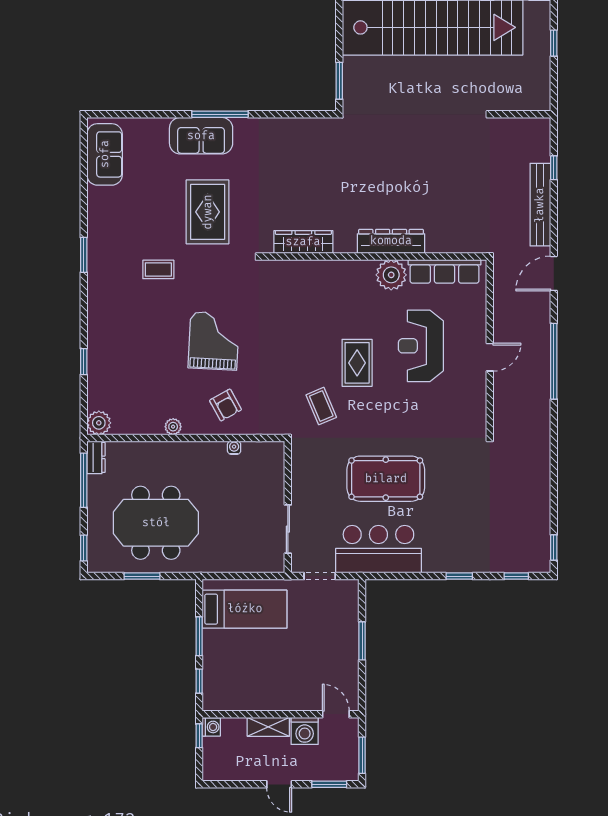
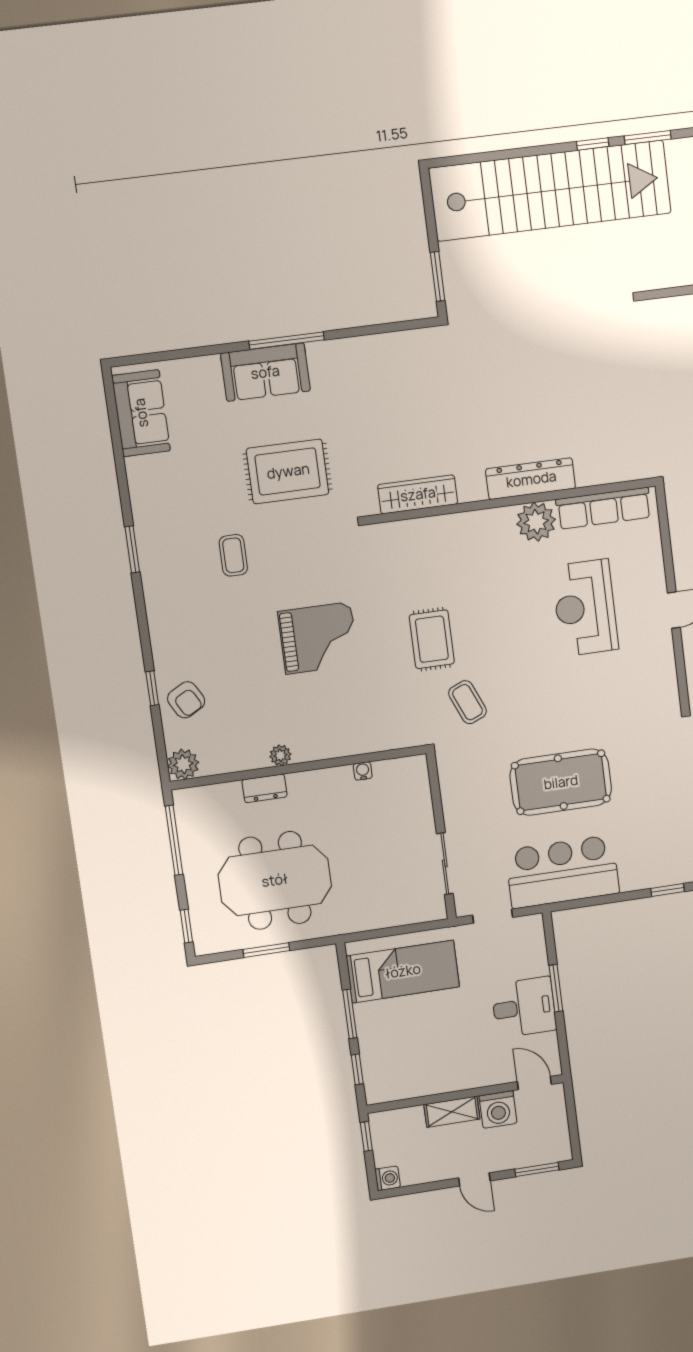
rug: (208, 212) -> (288, 471), turned 90
coffee table: (158, 269) -> (233, 555), turned 90
grand piano: (214, 341) -> (318, 638), turned 87
rug: (357, 363) -> (432, 639), moved
armchair: (226, 405) -> (186, 700), moved
dresser: (96, 457) -> (265, 788), moved, turned 90
desk: (335, 652) -> (524, 1007), added
washing machine: (211, 727) -> (388, 1178), moved
window: (362, 755) -> (573, 1128), removed

